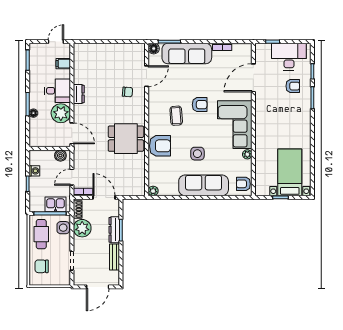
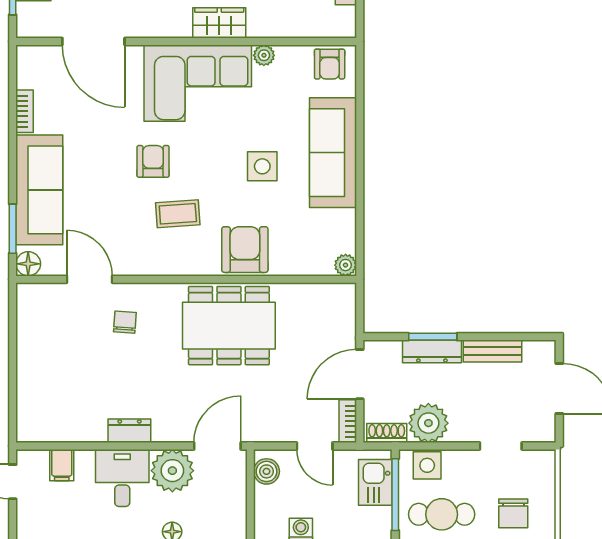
wardrobe: (262, 134) -> (219, 23), added
dining table: (126, 139) -> (229, 326), width x1.37

